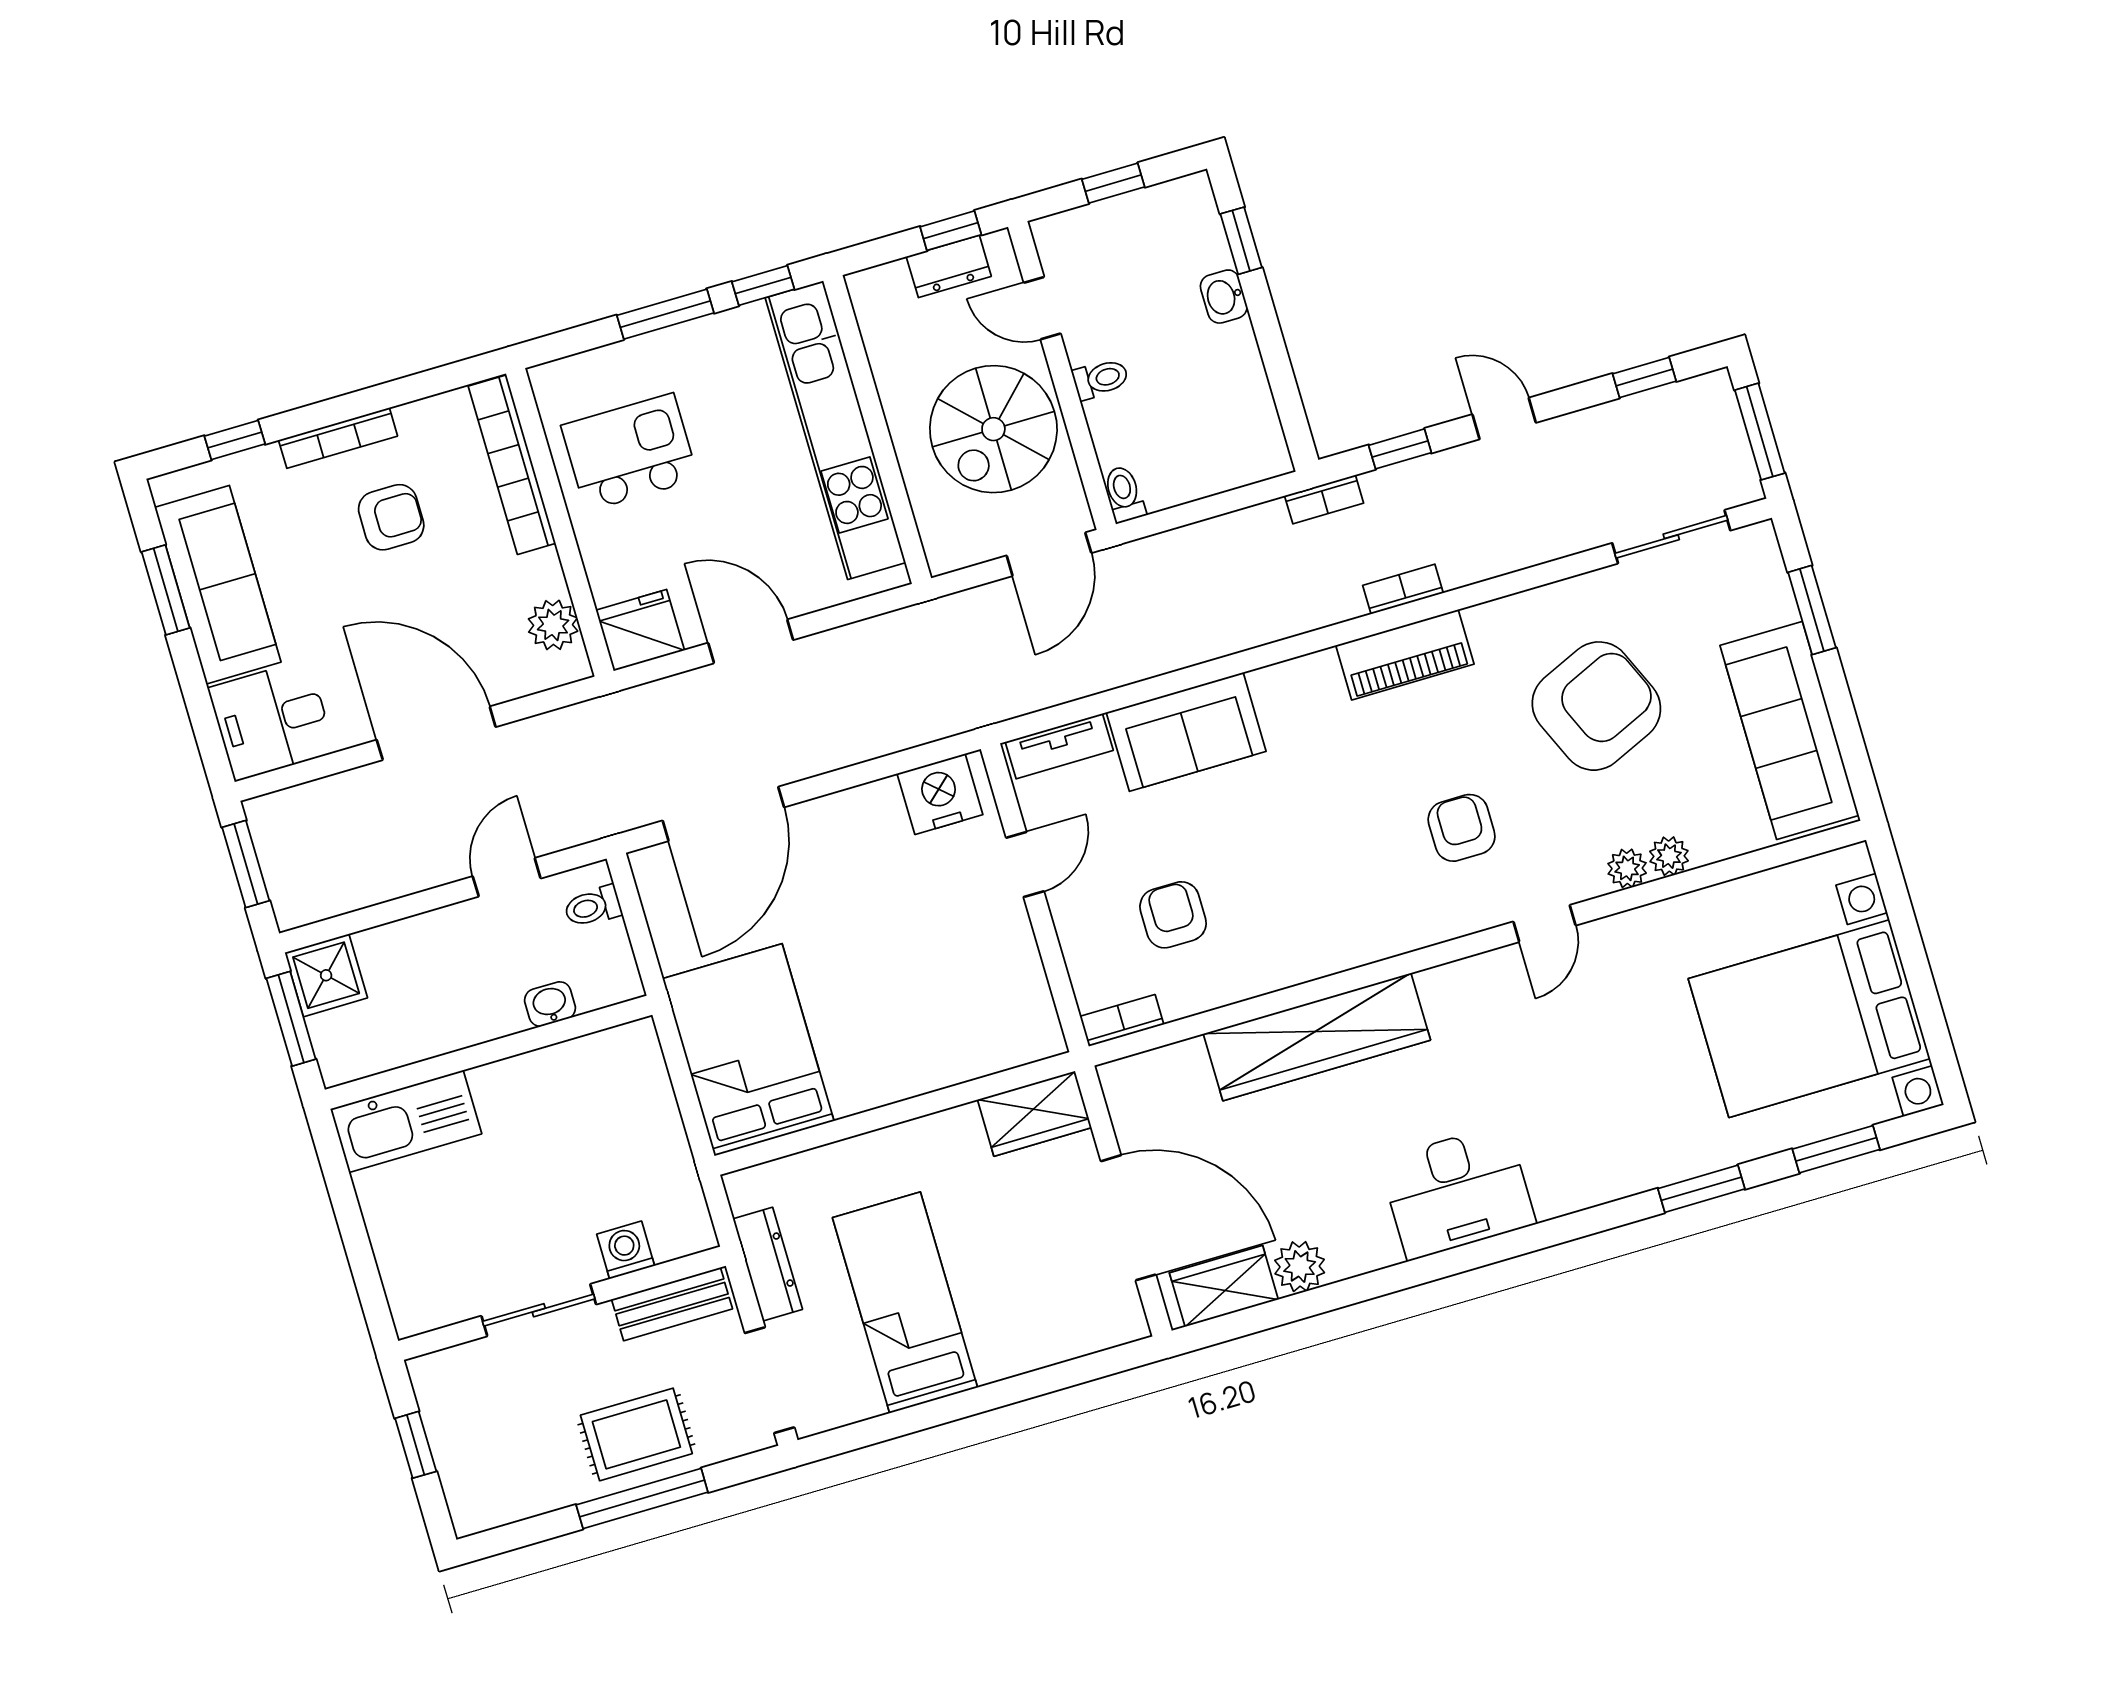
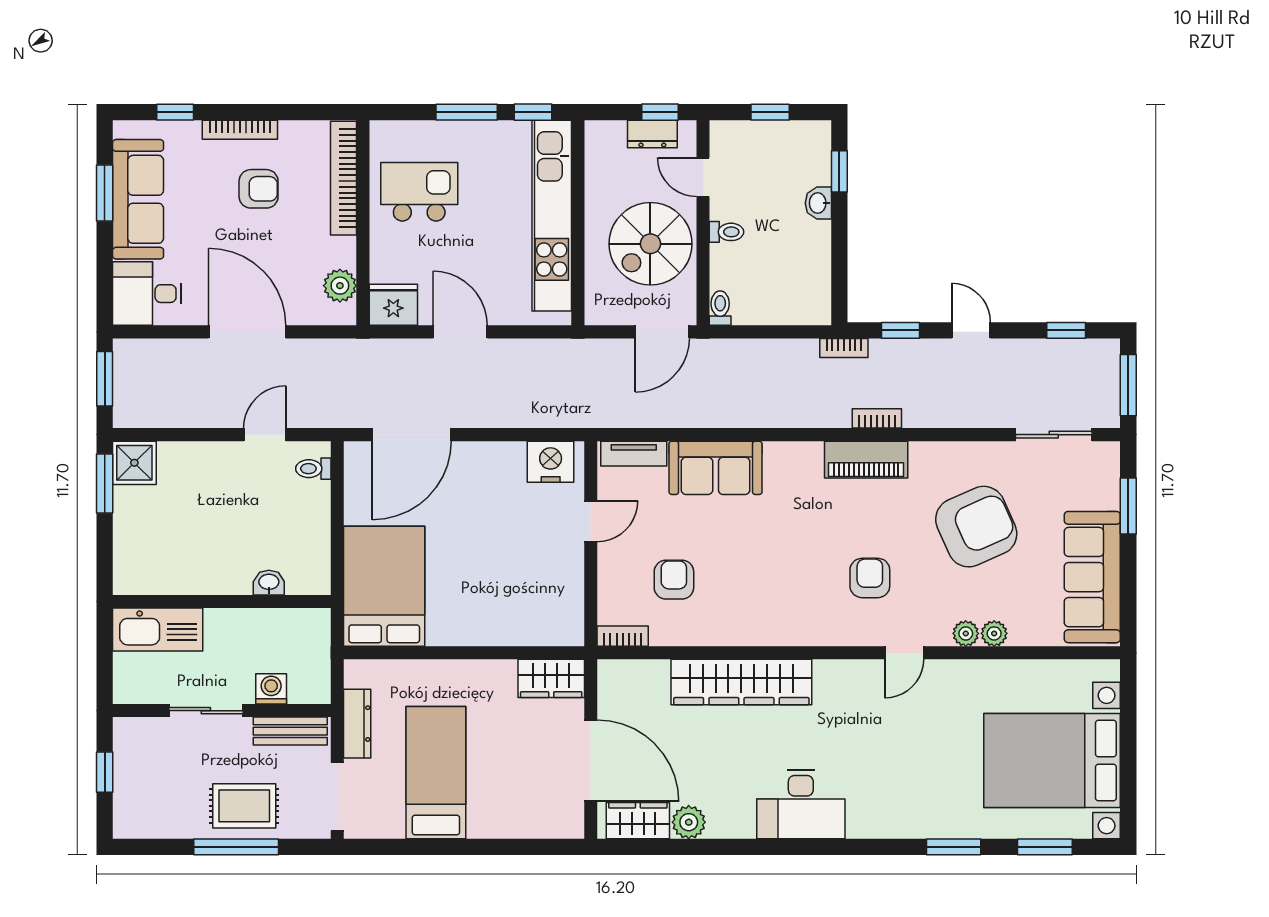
washbasin: (550, 1004) -> (269, 583), moved
wall: (489, 1052) -> (222, 601), moved
kitchen sink: (406, 1121) -> (158, 629), moved

